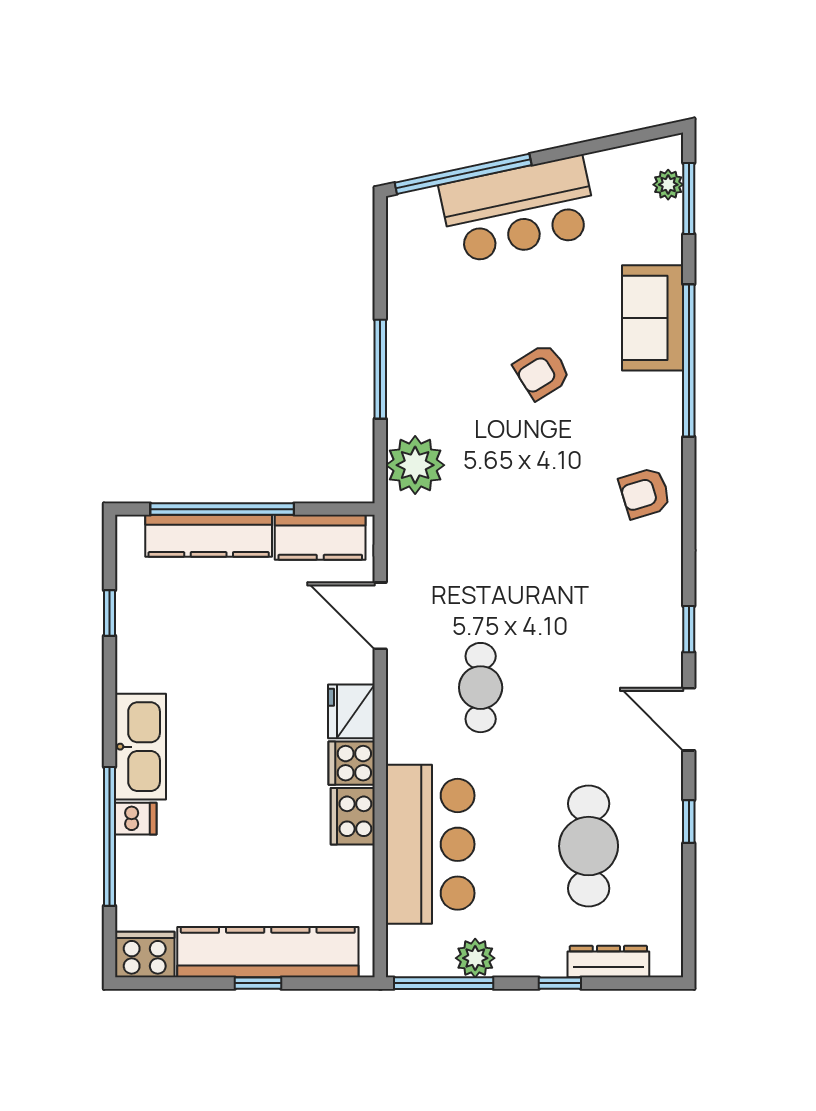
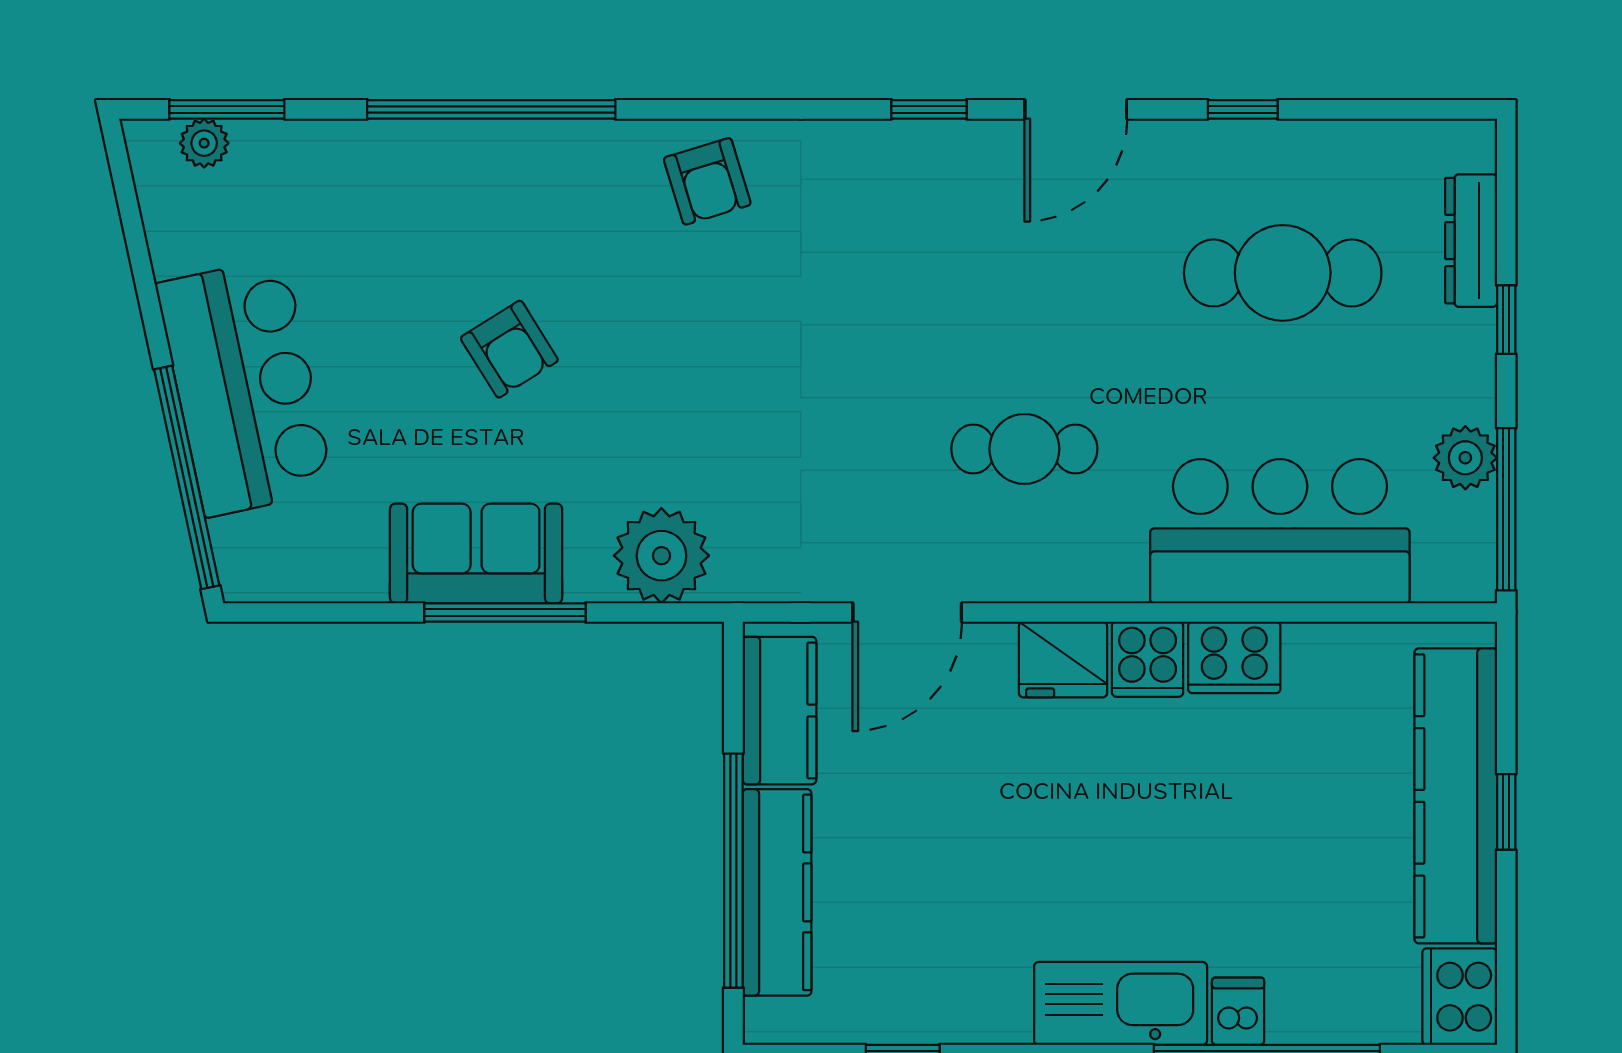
sofa: (653, 318) -> (476, 553), moved, turned 180

